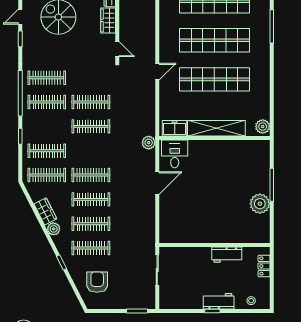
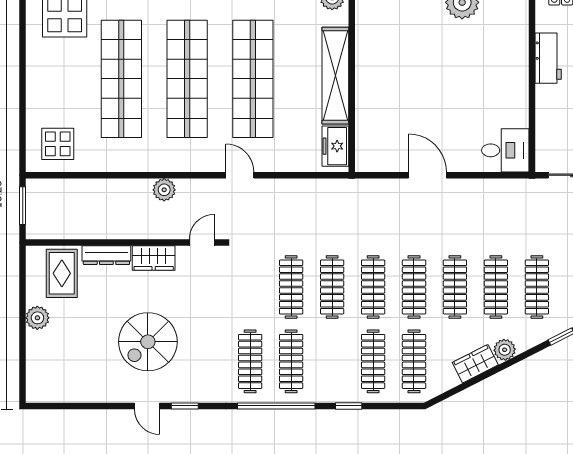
plant: (149, 143) -> (164, 190), moved
clothes rail: (91, 151) -> (373, 287), added
desk: (175, 154) -> (505, 150), moved, turned 180

